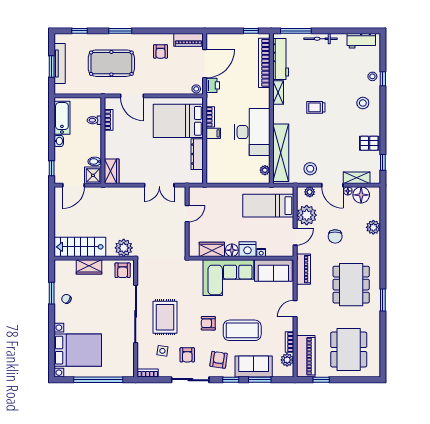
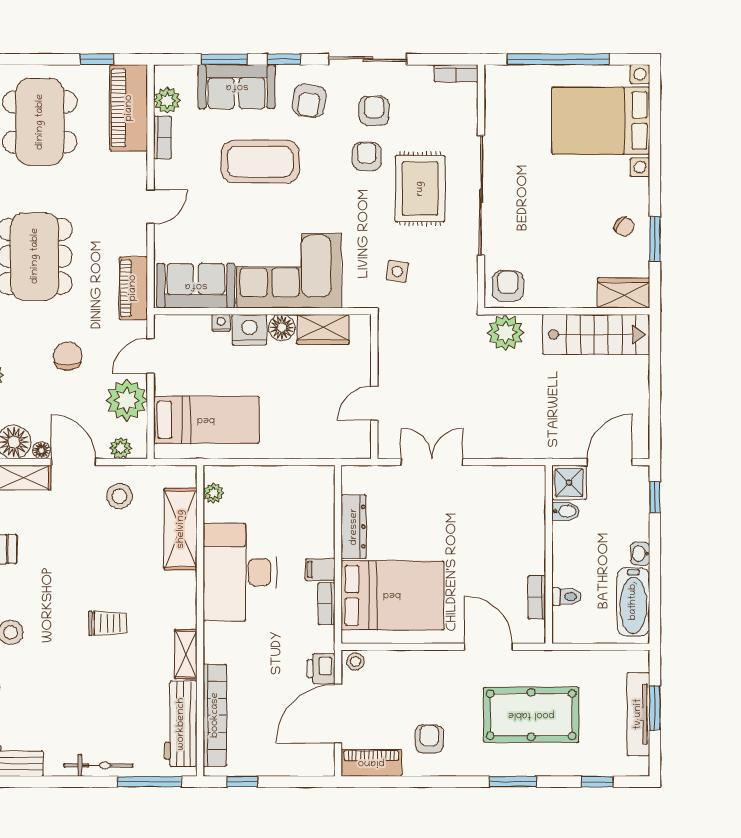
shelving: (281, 153) -> (181, 529), width x0.68
wardrobe: (112, 171) -> (531, 491), removed
wardrobe: (89, 267) -> (624, 293), moved
armchair: (208, 323) -> (367, 156), moved, turned -90
side table: (162, 351) -> (397, 271), moved

